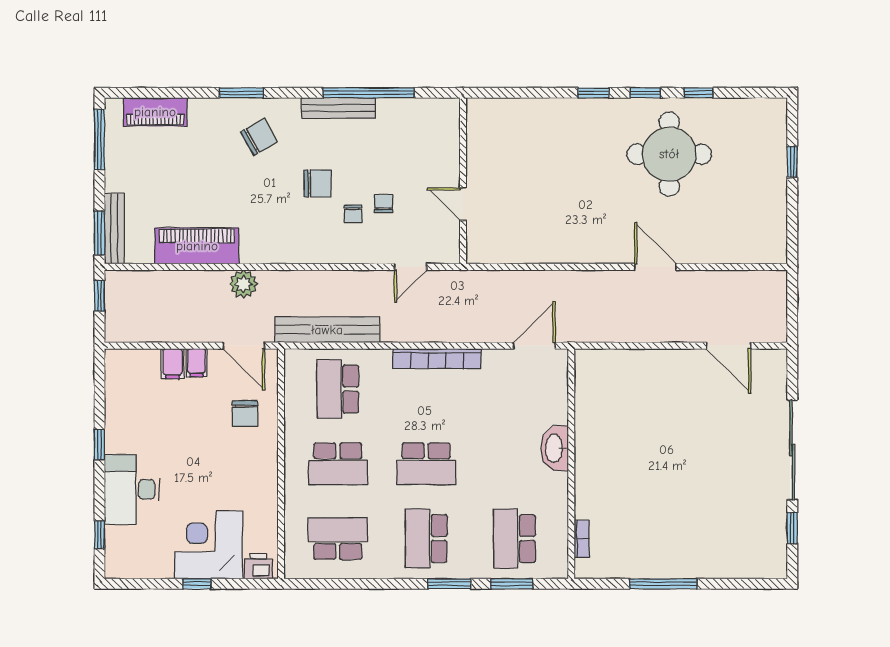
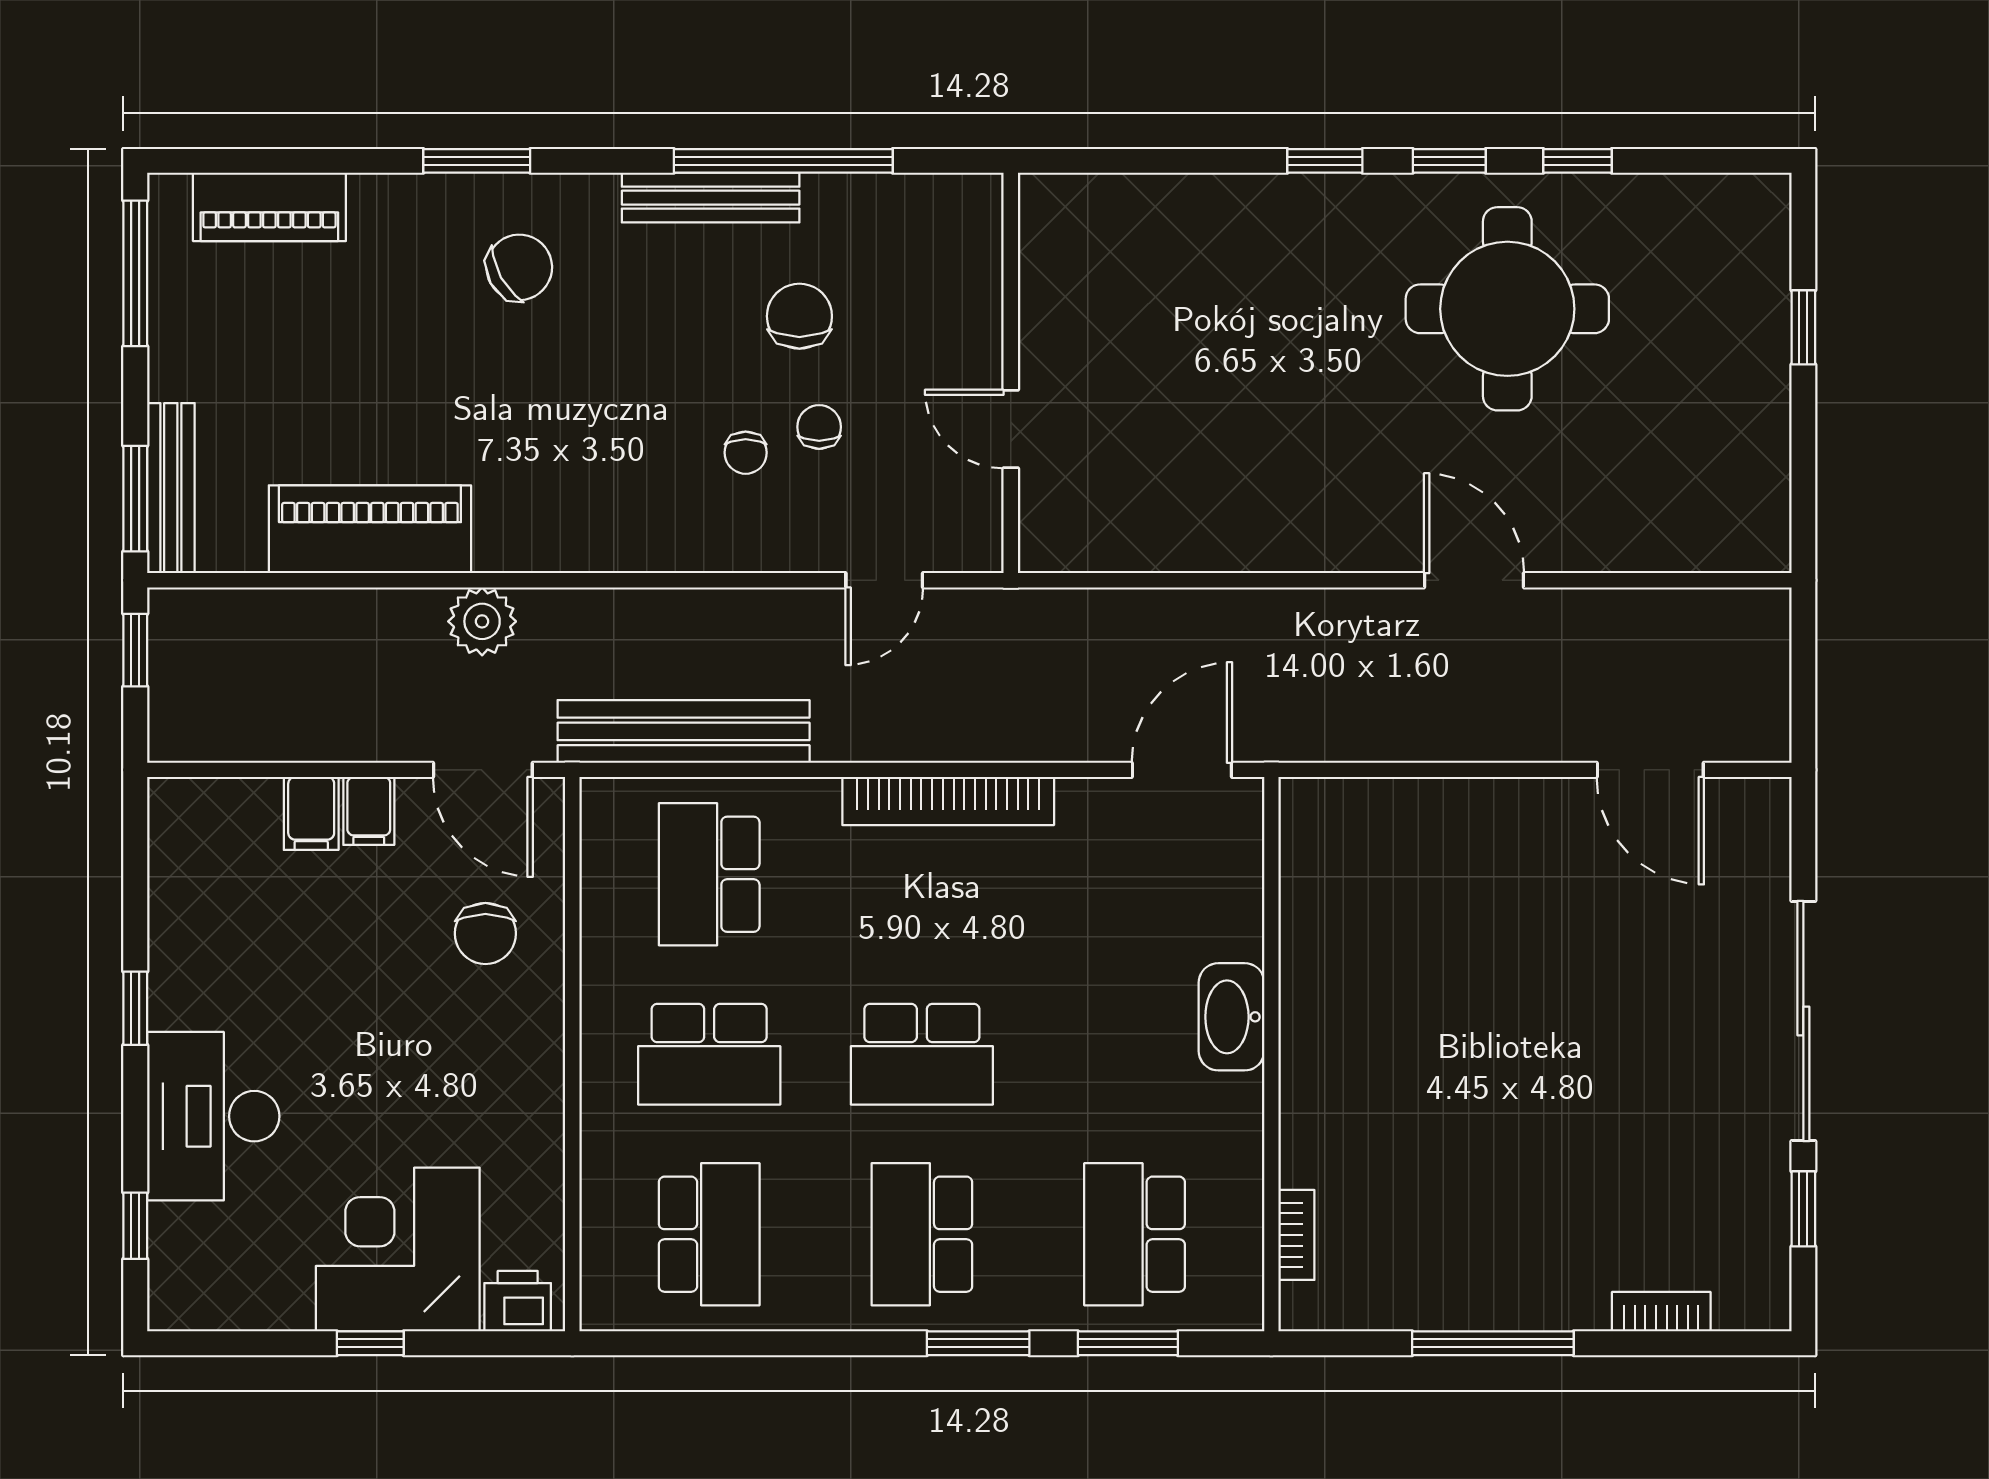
chair: (317, 183) -> (799, 316), moved, turned -90
school desk: (338, 538) -> (709, 1234), turned 90
bookcase: (733, 571) -> (1661, 1312), added

